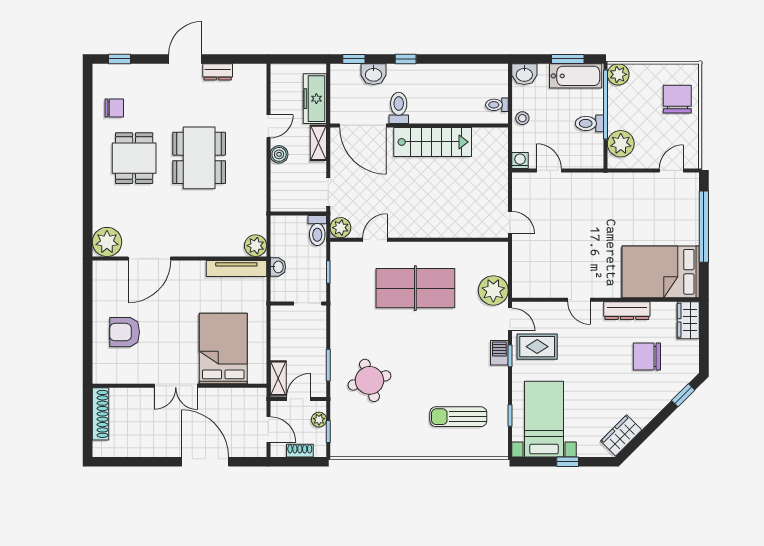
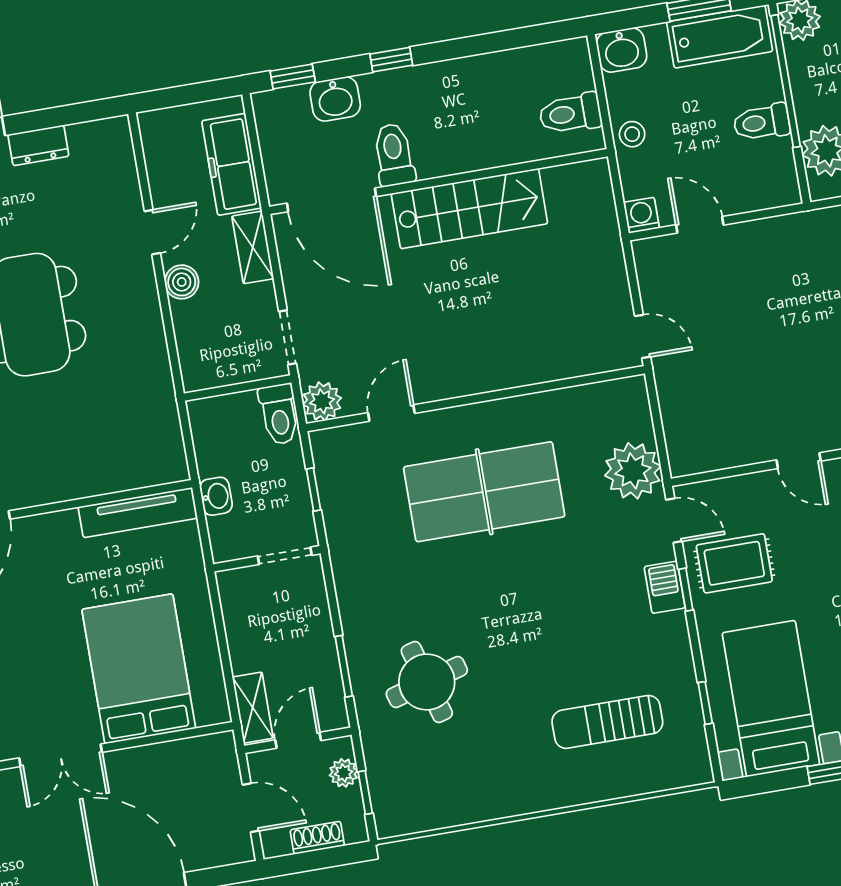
toilet: (497, 105) -> (570, 114), width x1.37, depth x1.39
plant: (256, 246) -> (167, 463), removed

